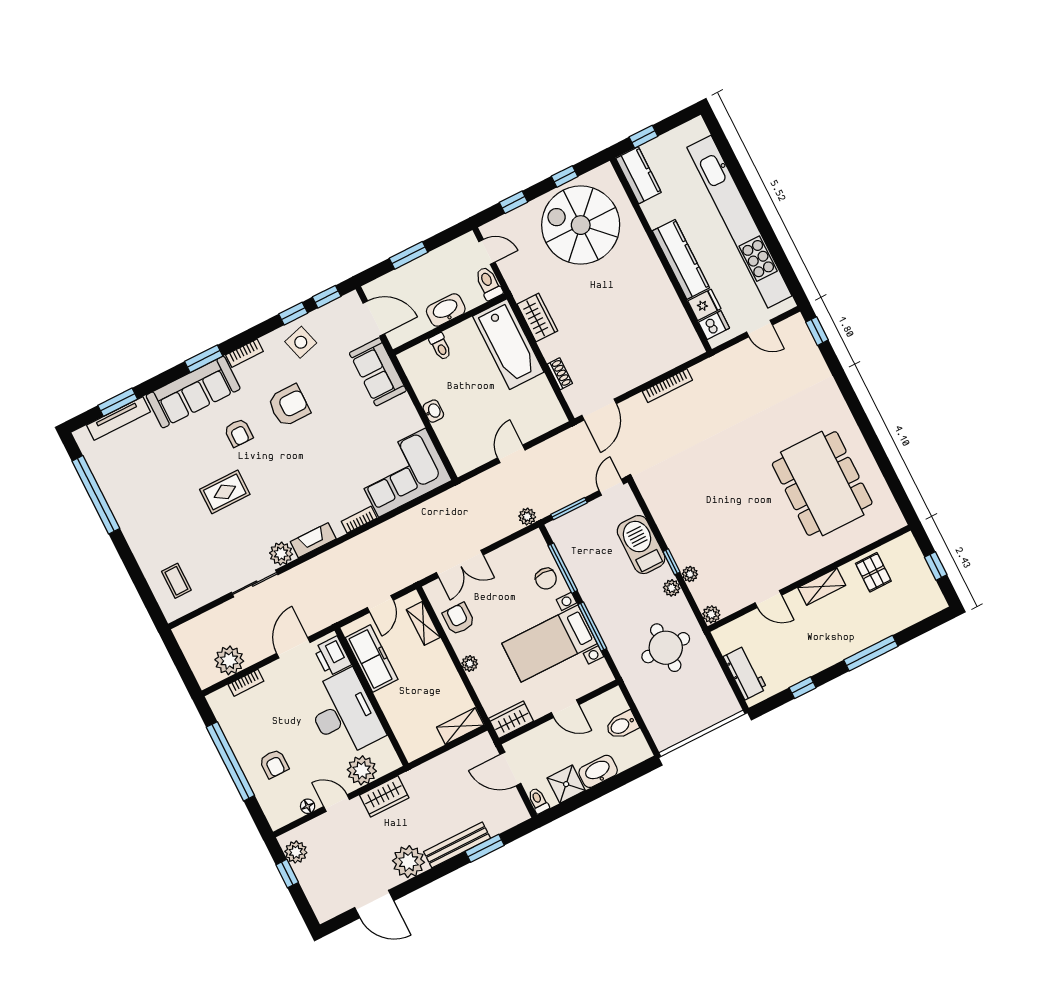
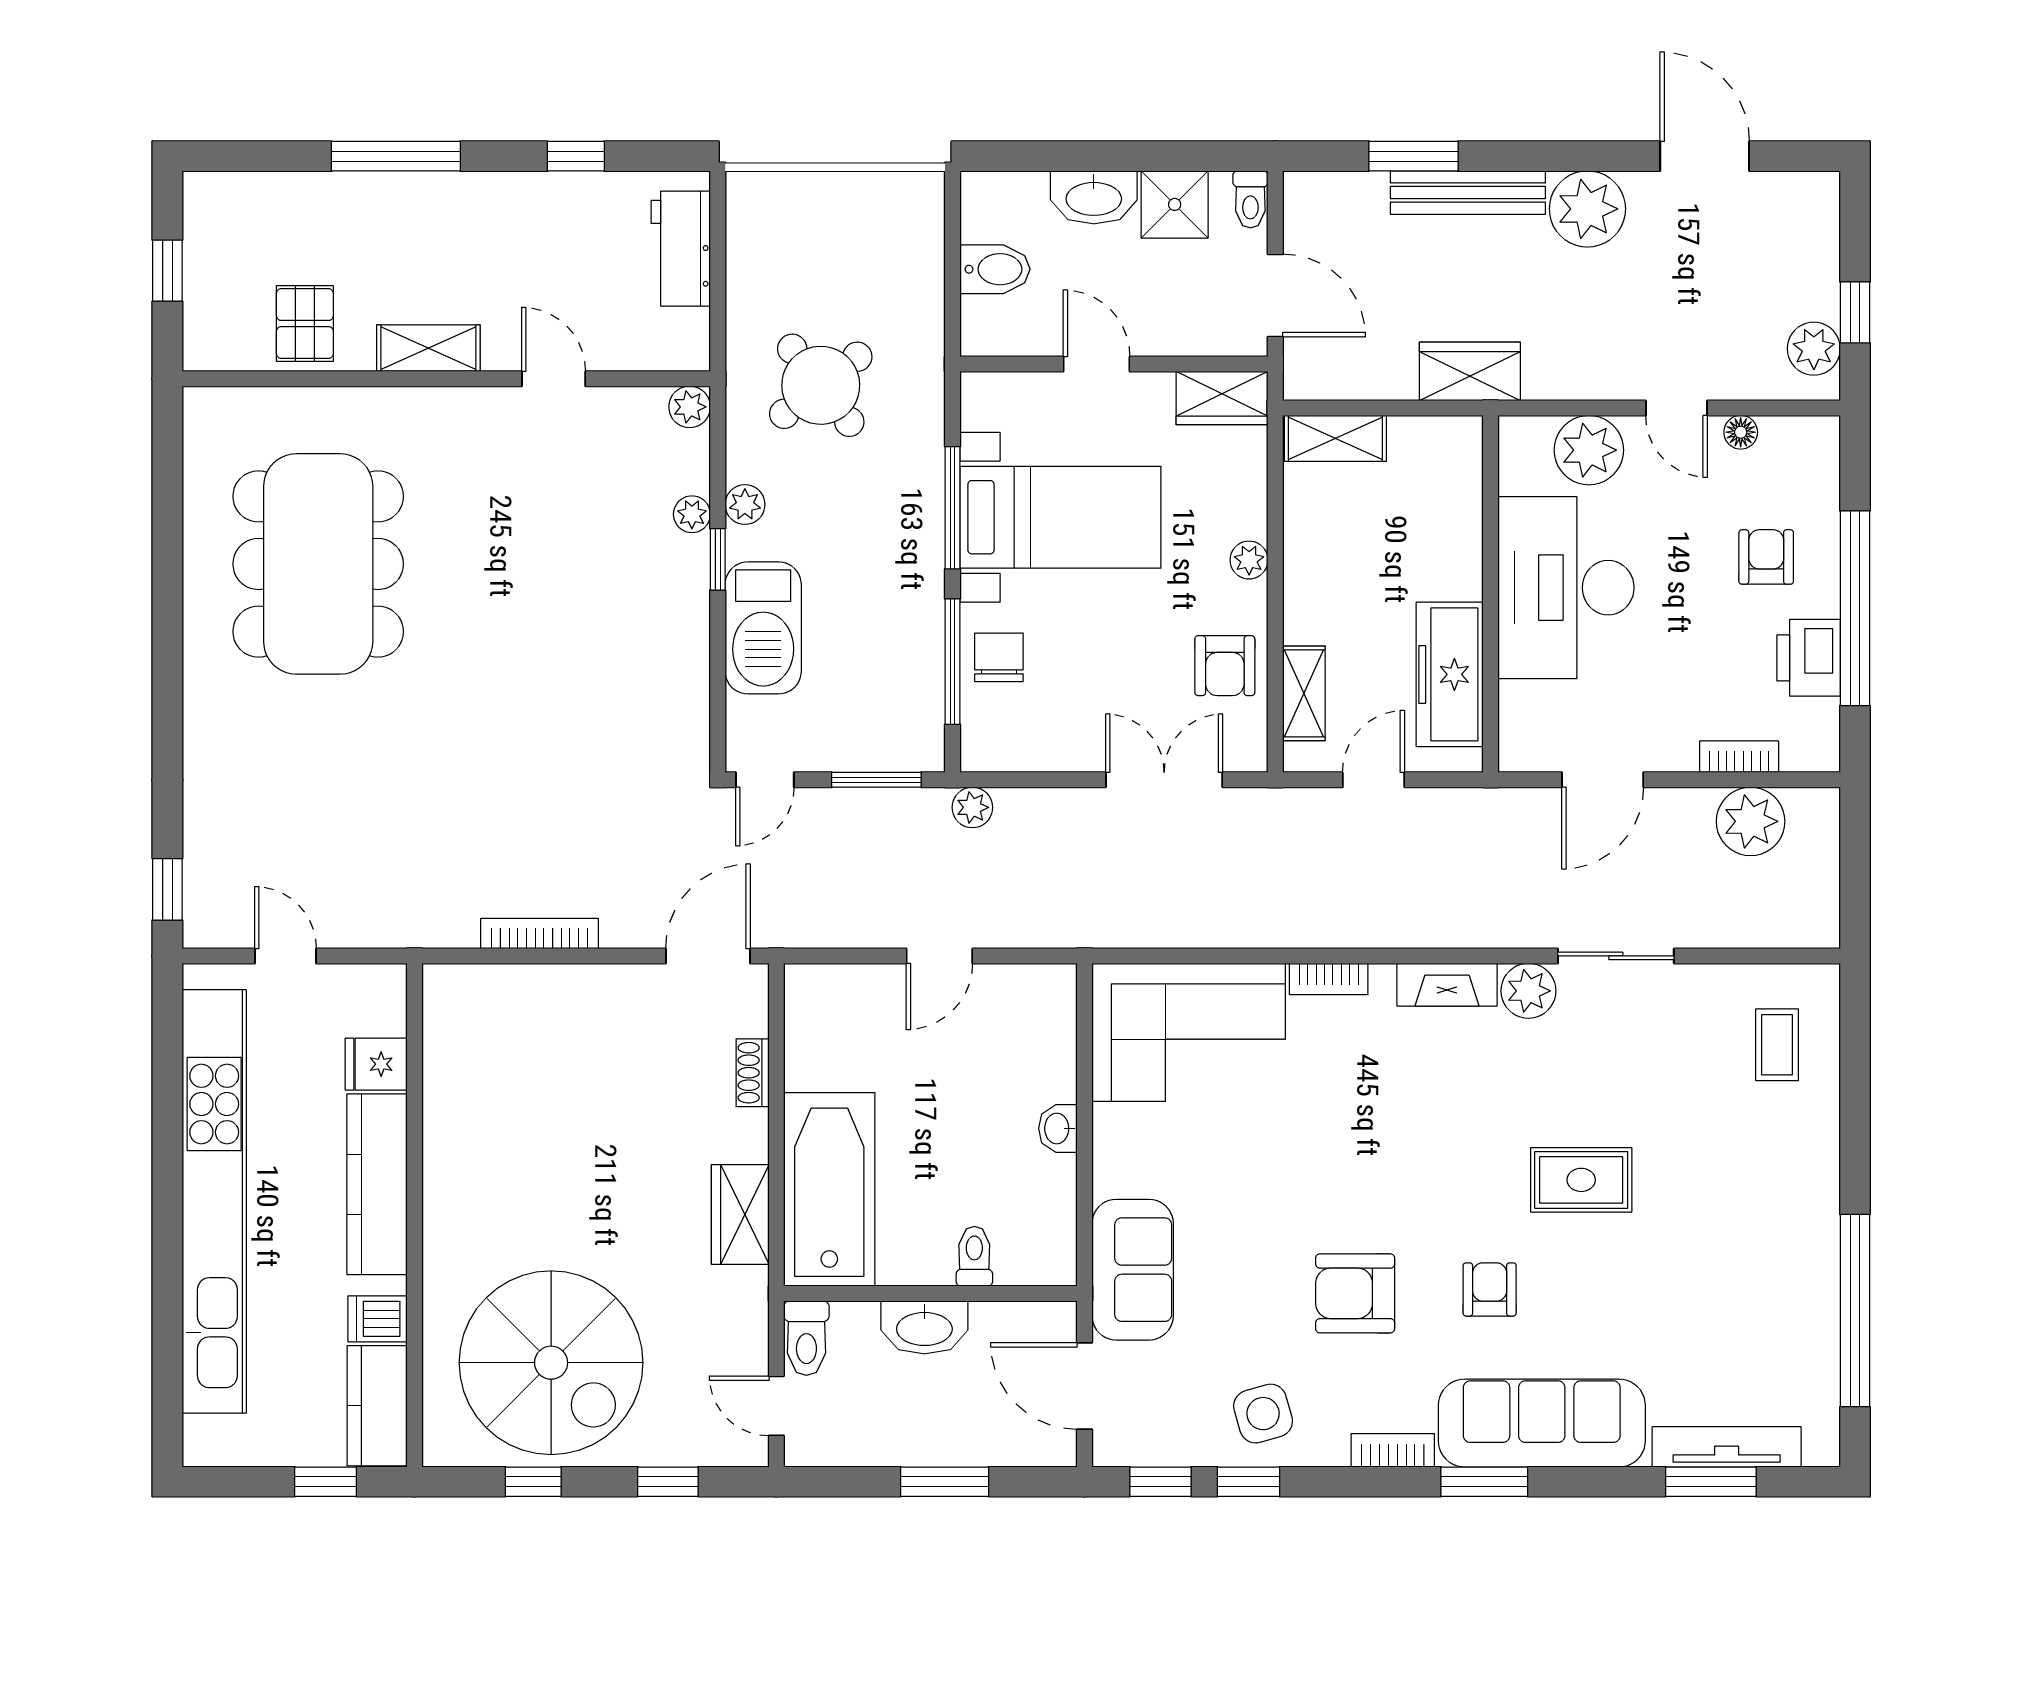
dishwasher: (714, 325) -> (377, 1319), moved
round table: (666, 648) -> (821, 385), turned -38
printer: (332, 656) -> (1809, 658), moved, turned 180
wardrobe: (384, 796) -> (1470, 371), moved

